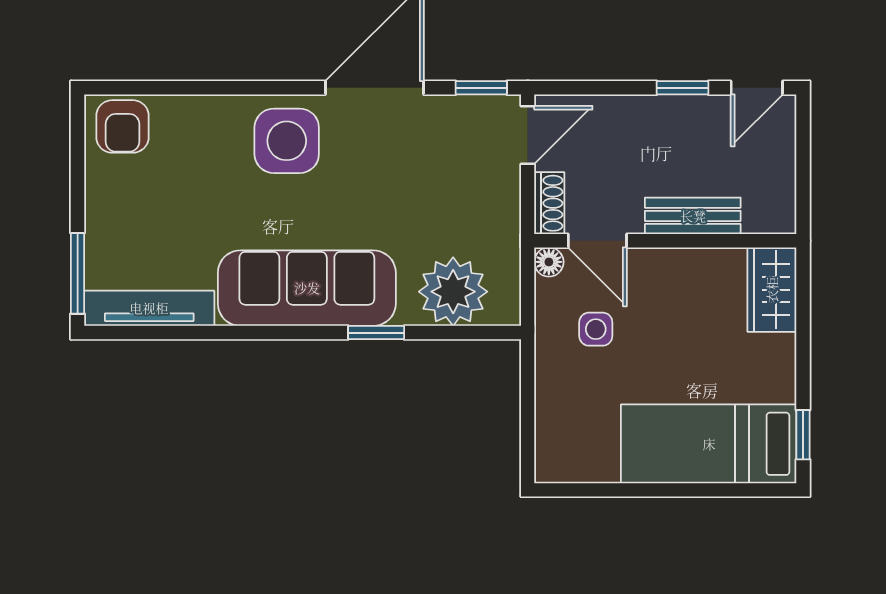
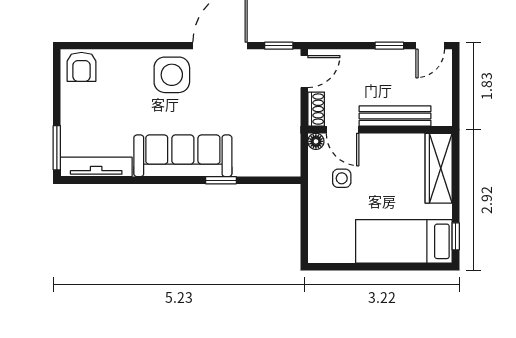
bench: (693, 216) -> (395, 116), width x1.36
wardrobe: (772, 290) -> (439, 168), width x1.50
plant: (453, 292) -> (263, 158), removed

